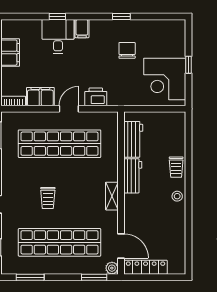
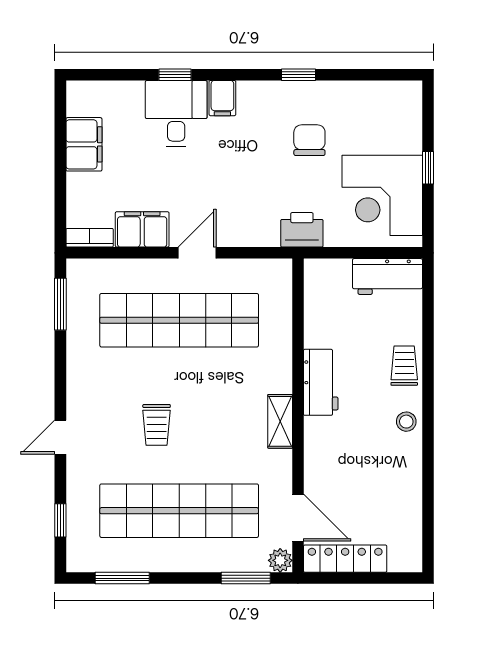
printer: (96, 97) -> (302, 230), moved
workbench: (133, 139) -> (387, 277), moved, turned 90
trolley: (176, 167) -> (404, 366), turned 180

